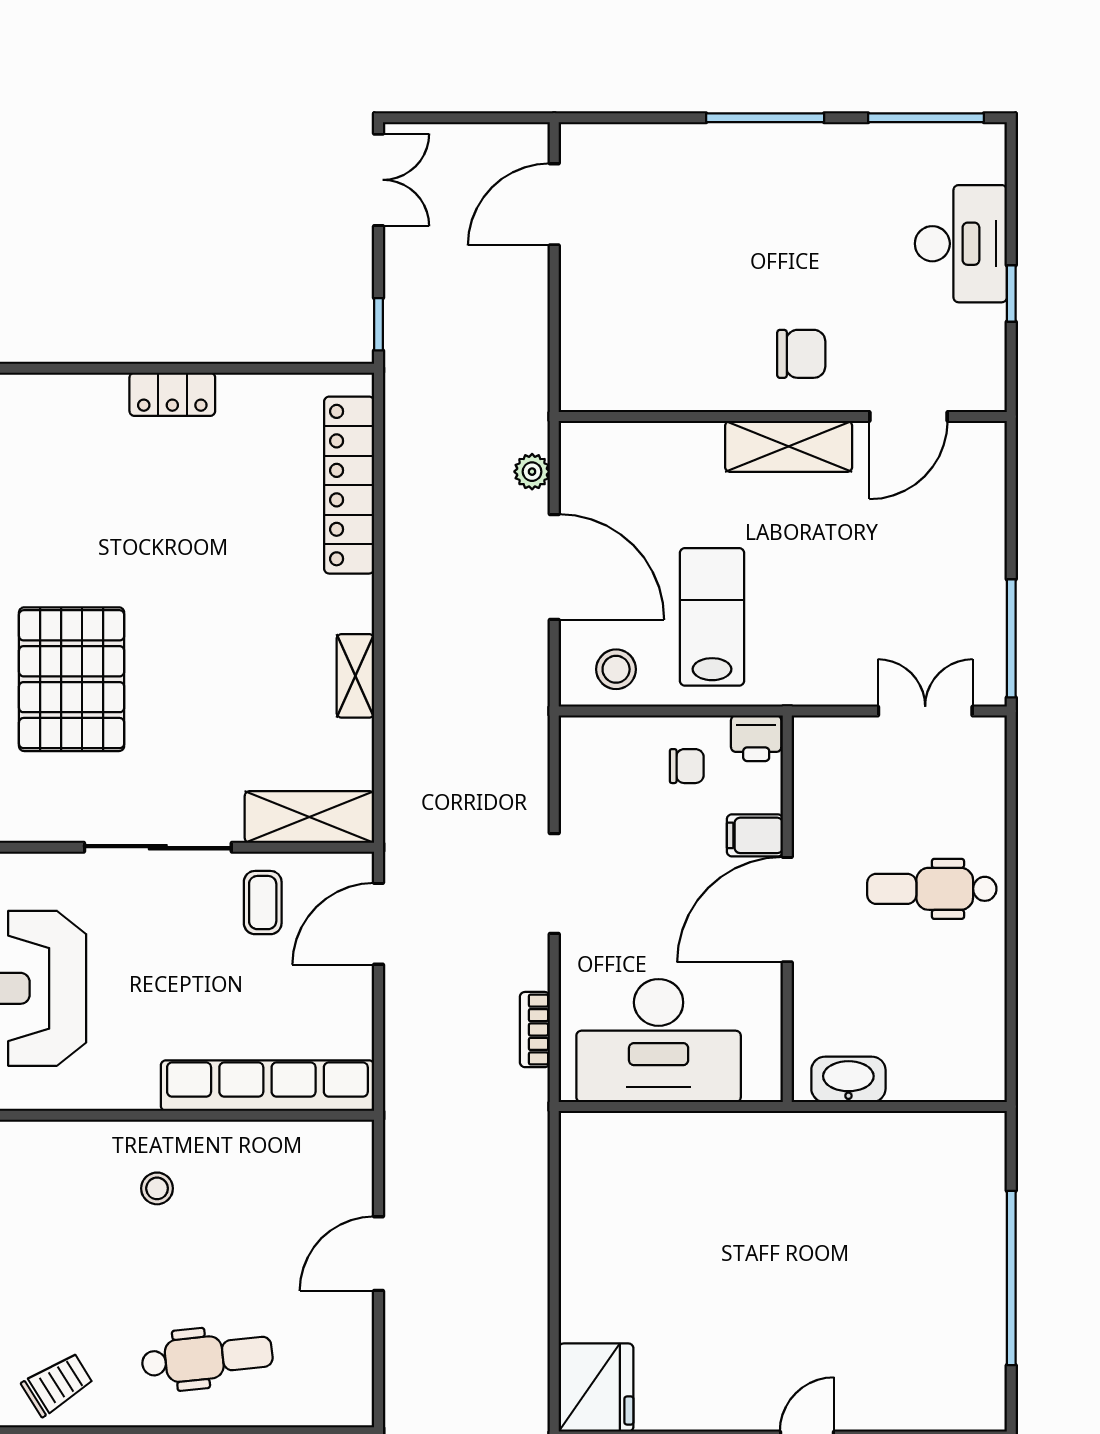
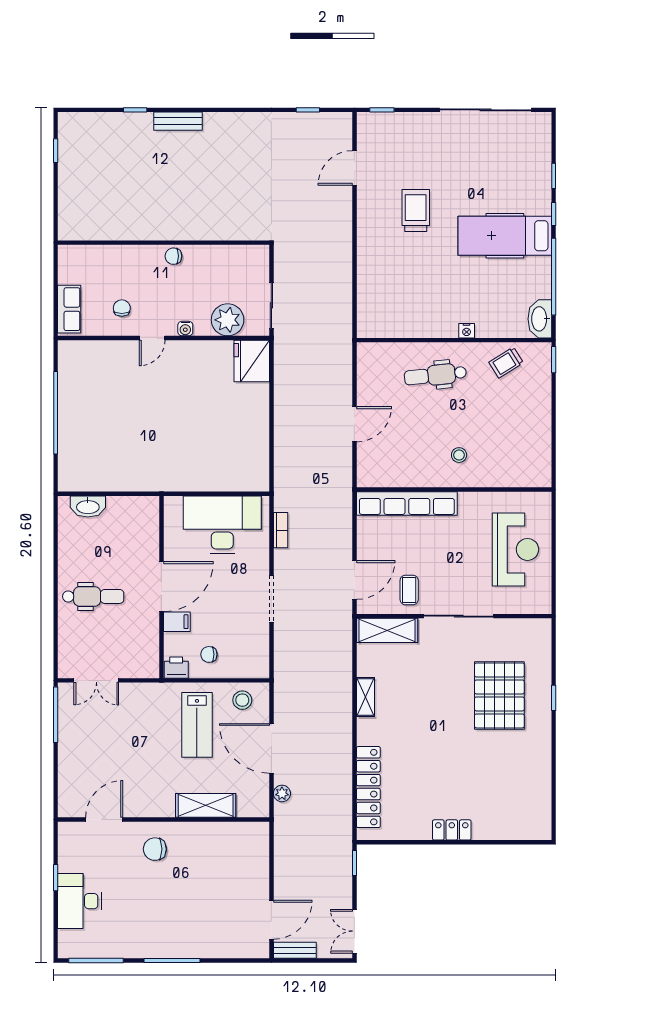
bench: (505, 139) -> (295, 950), added
shelving: (789, 446) -> (206, 805), moved
washbasin: (848, 1079) -> (88, 506), moved

